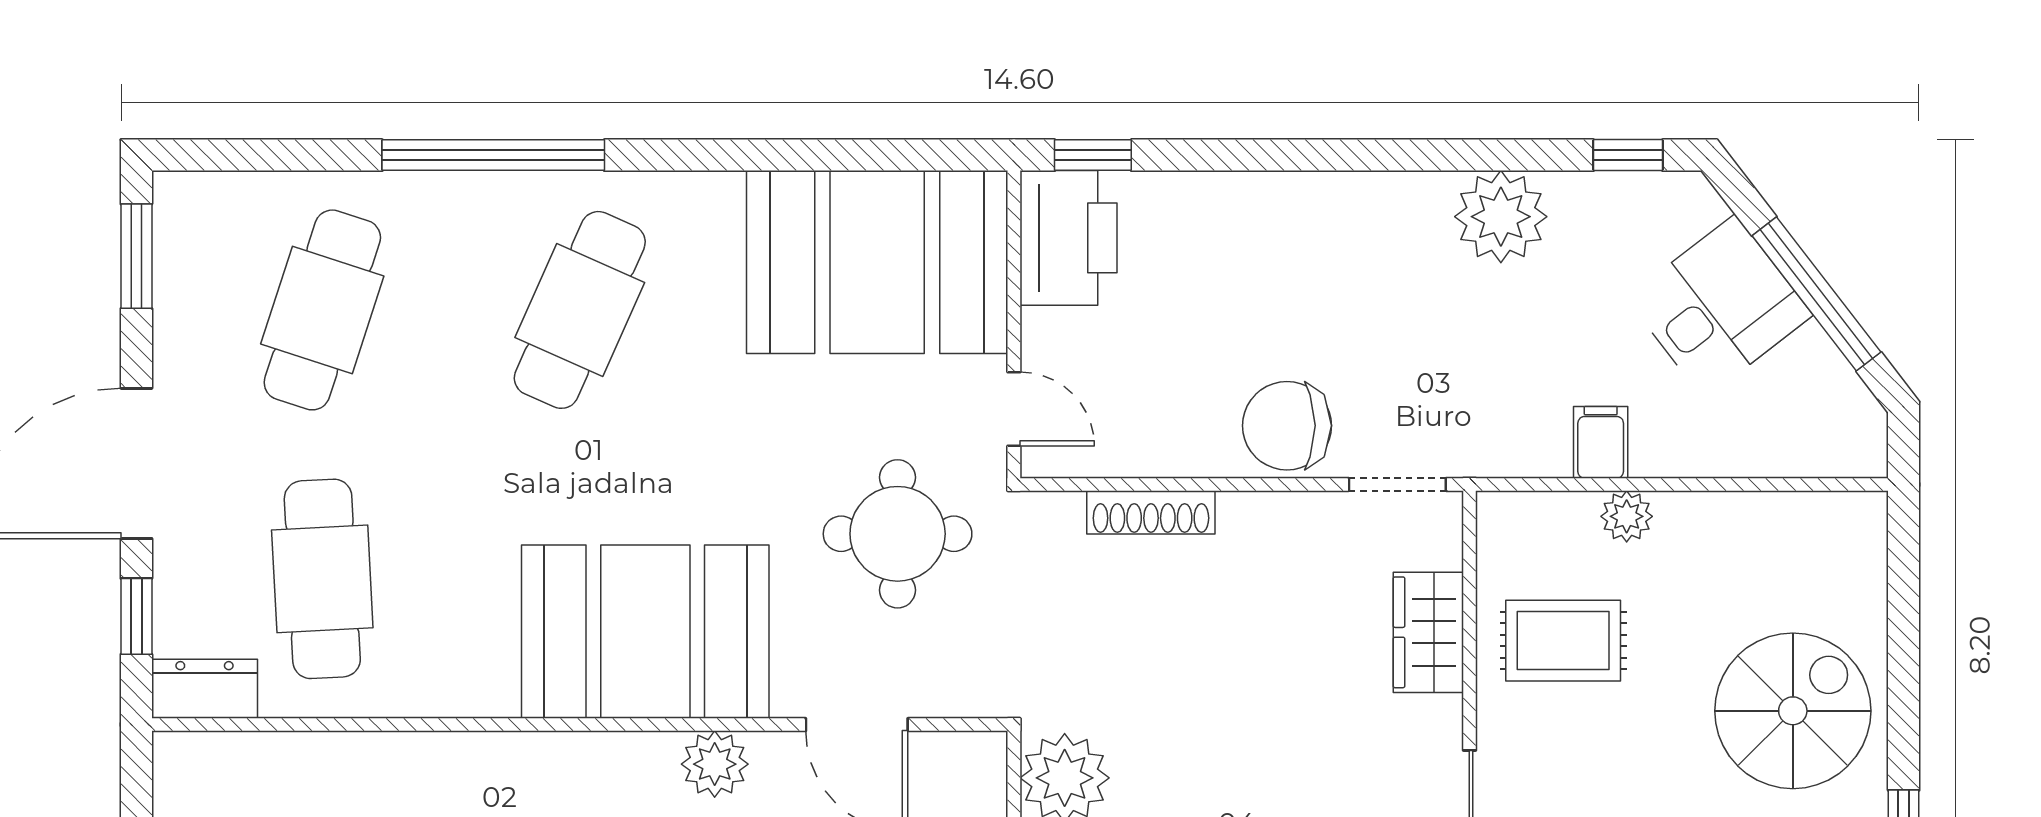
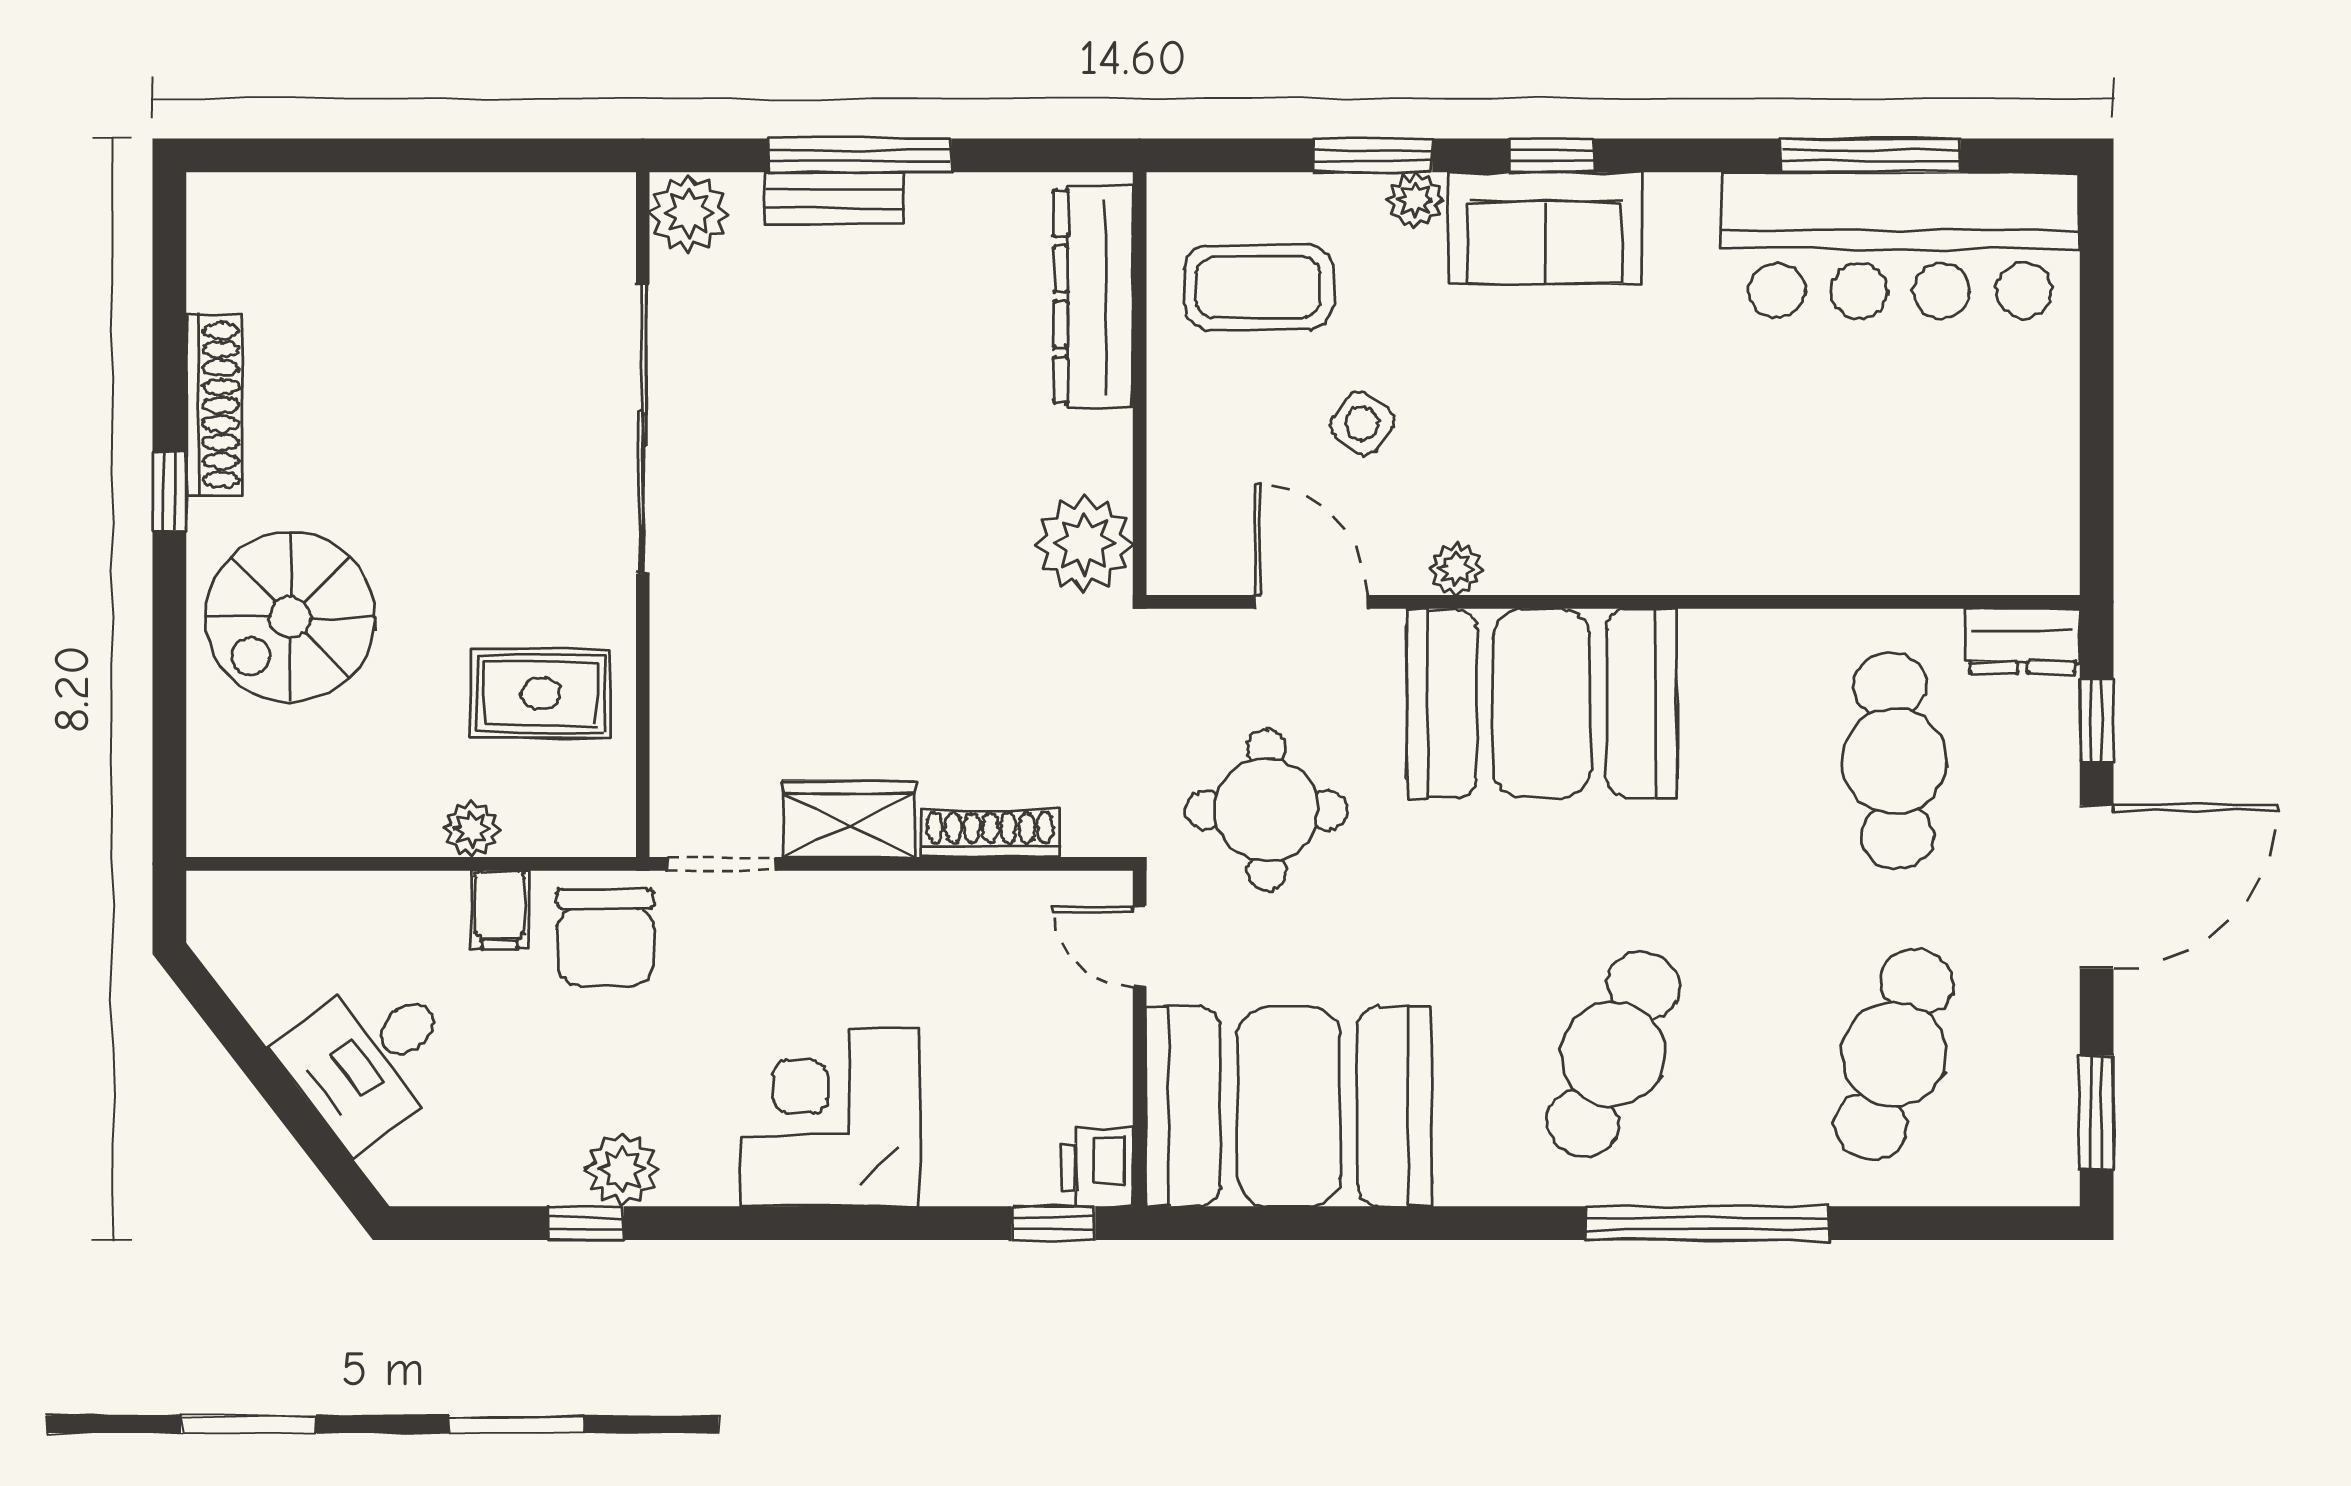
window: (1628, 155) -> (586, 1223), moved
plant: (1501, 217) -> (622, 1169), width x0.73, depth x0.73
printer: (1068, 238) -> (1097, 1167), width x0.53, depth x0.68
corner desk: (1297, 252) -> (831, 1117), added
window: (1816, 294) -> (264, 1072), removed
chair: (1287, 426) -> (605, 937), moved, turned 90
wardrobe: (1428, 632) -> (849, 819), moved, turned -90
plant: (715, 764) -> (1456, 569), width x0.73, depth x0.73

